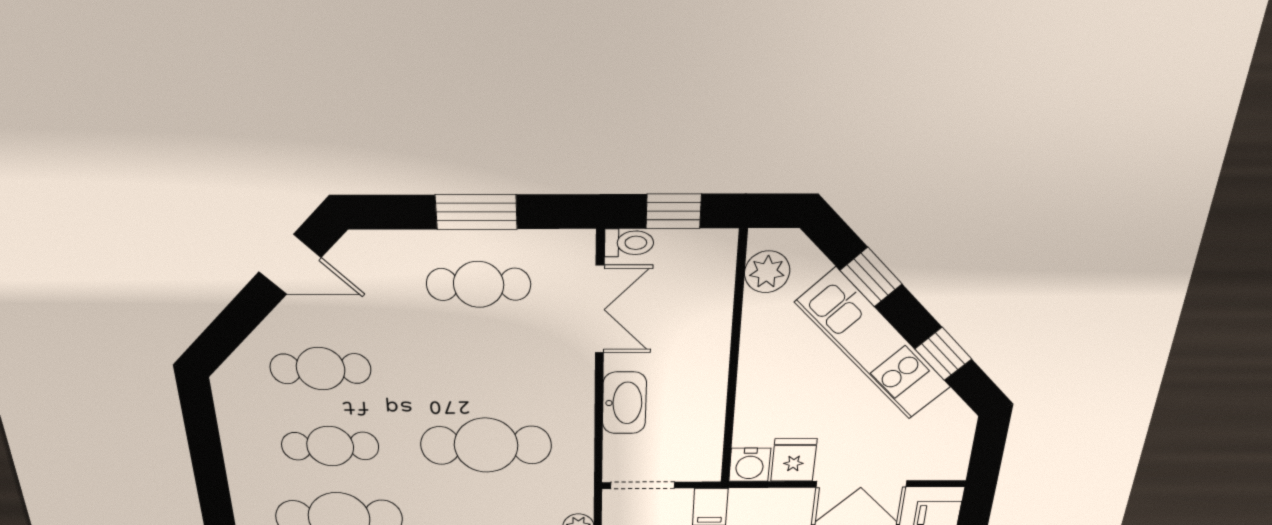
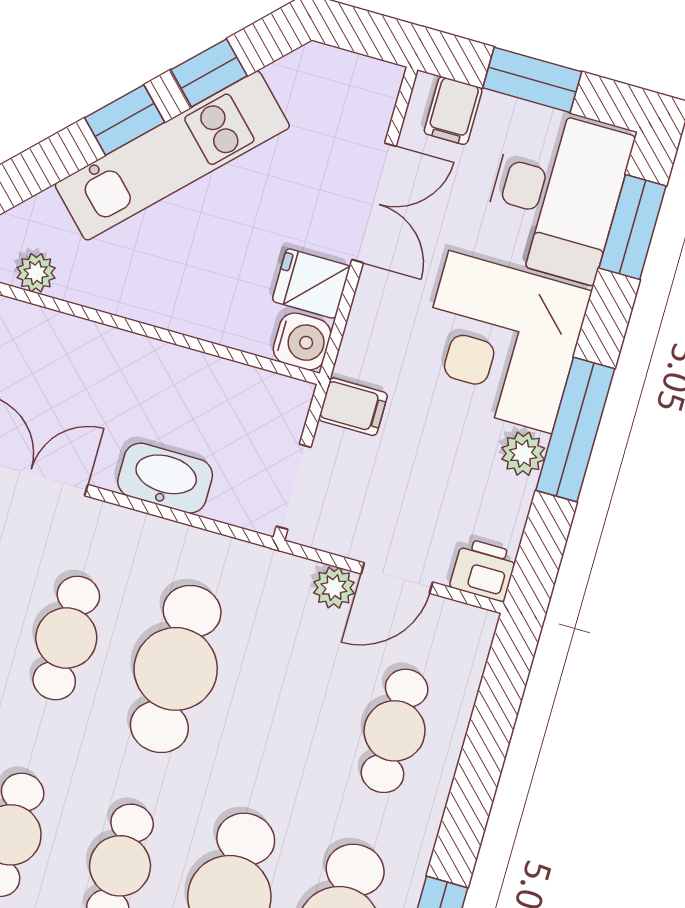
plant: (767, 272) -> (36, 273), width x0.73, depth x0.73
window: (871, 277) -> (125, 120), moved
cafe table: (482, 368) -> (66, 638), added

